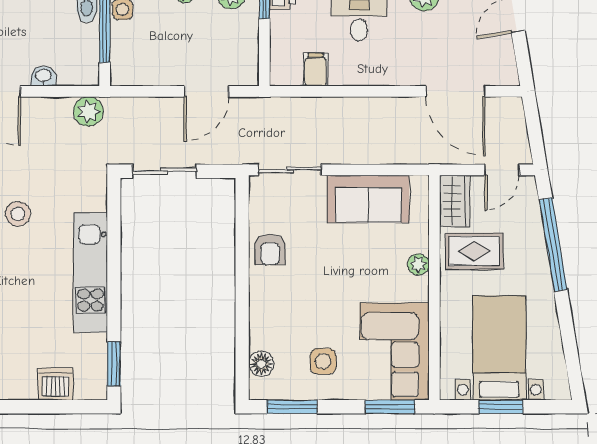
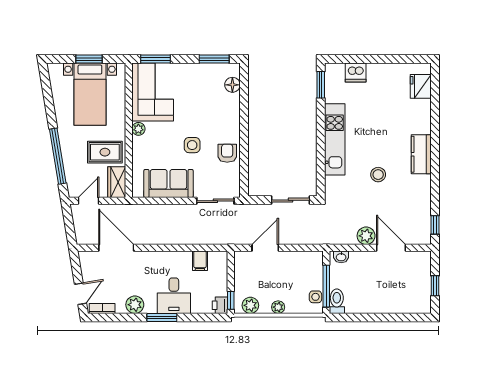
washbasin: (43, 76) -> (341, 257), moved
plant: (88, 111) -> (366, 236), moved
plant: (418, 264) -> (138, 129), moved
side table: (323, 361) -> (192, 145), moved

